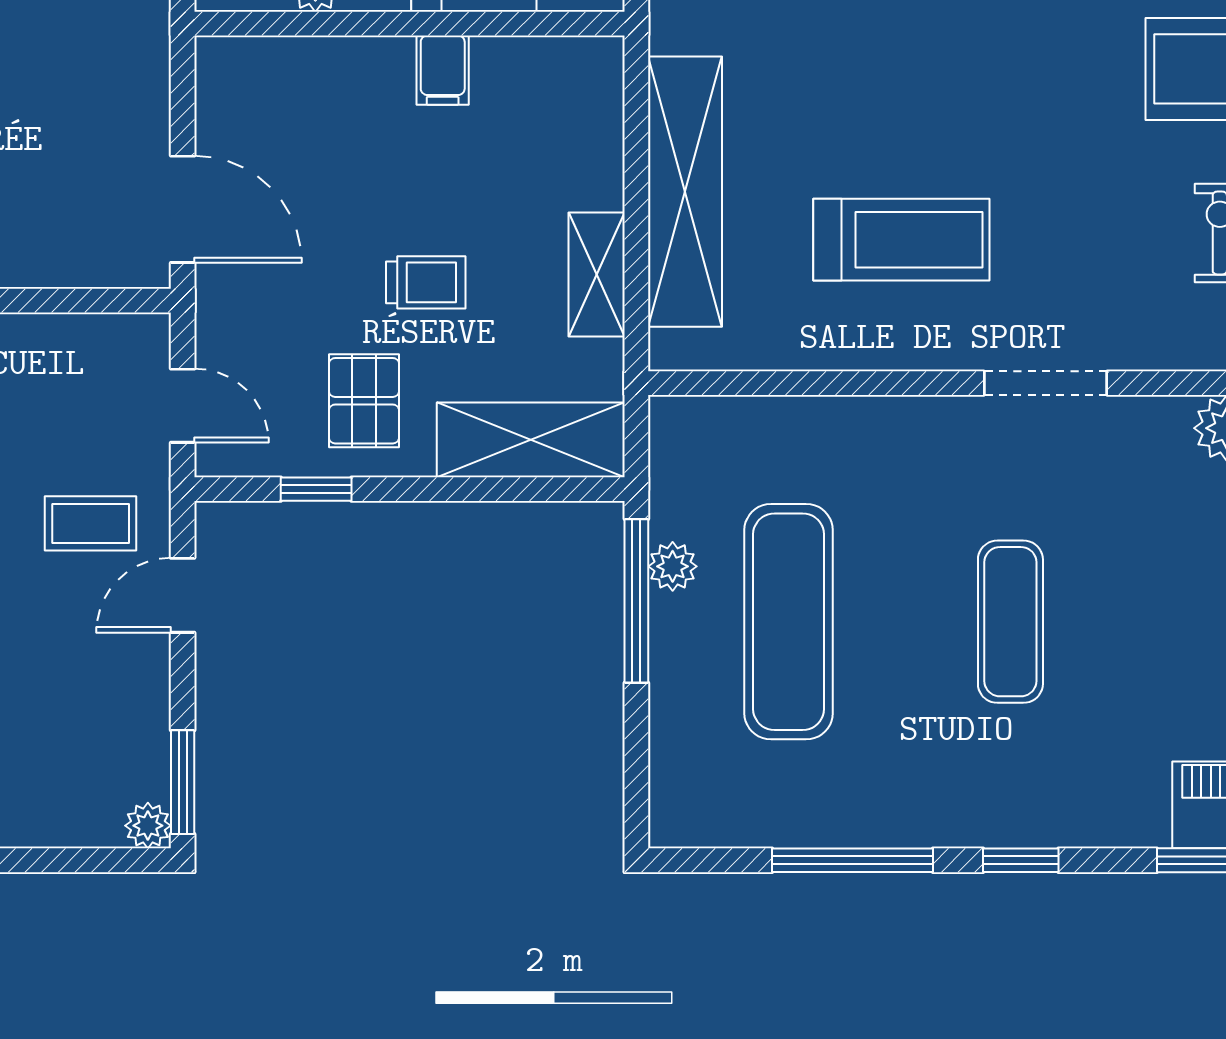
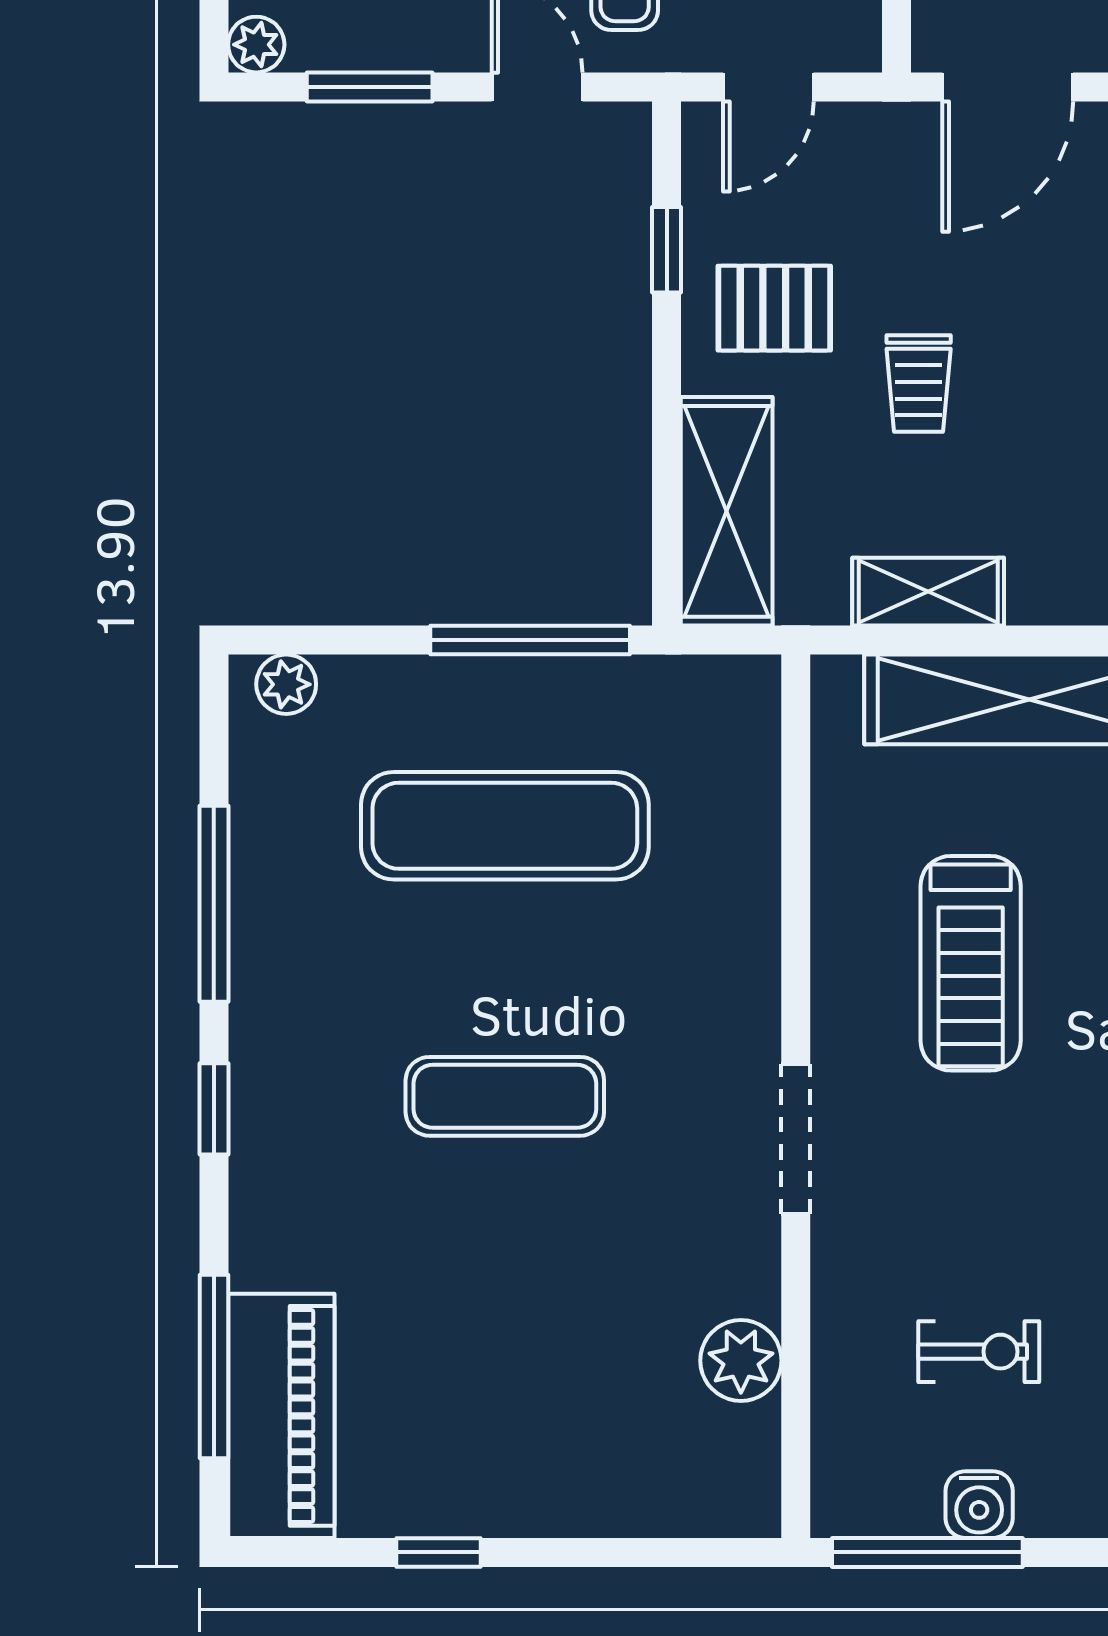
plant: (673, 566) -> (286, 684), moved
window: (183, 782) -> (370, 87), moved

